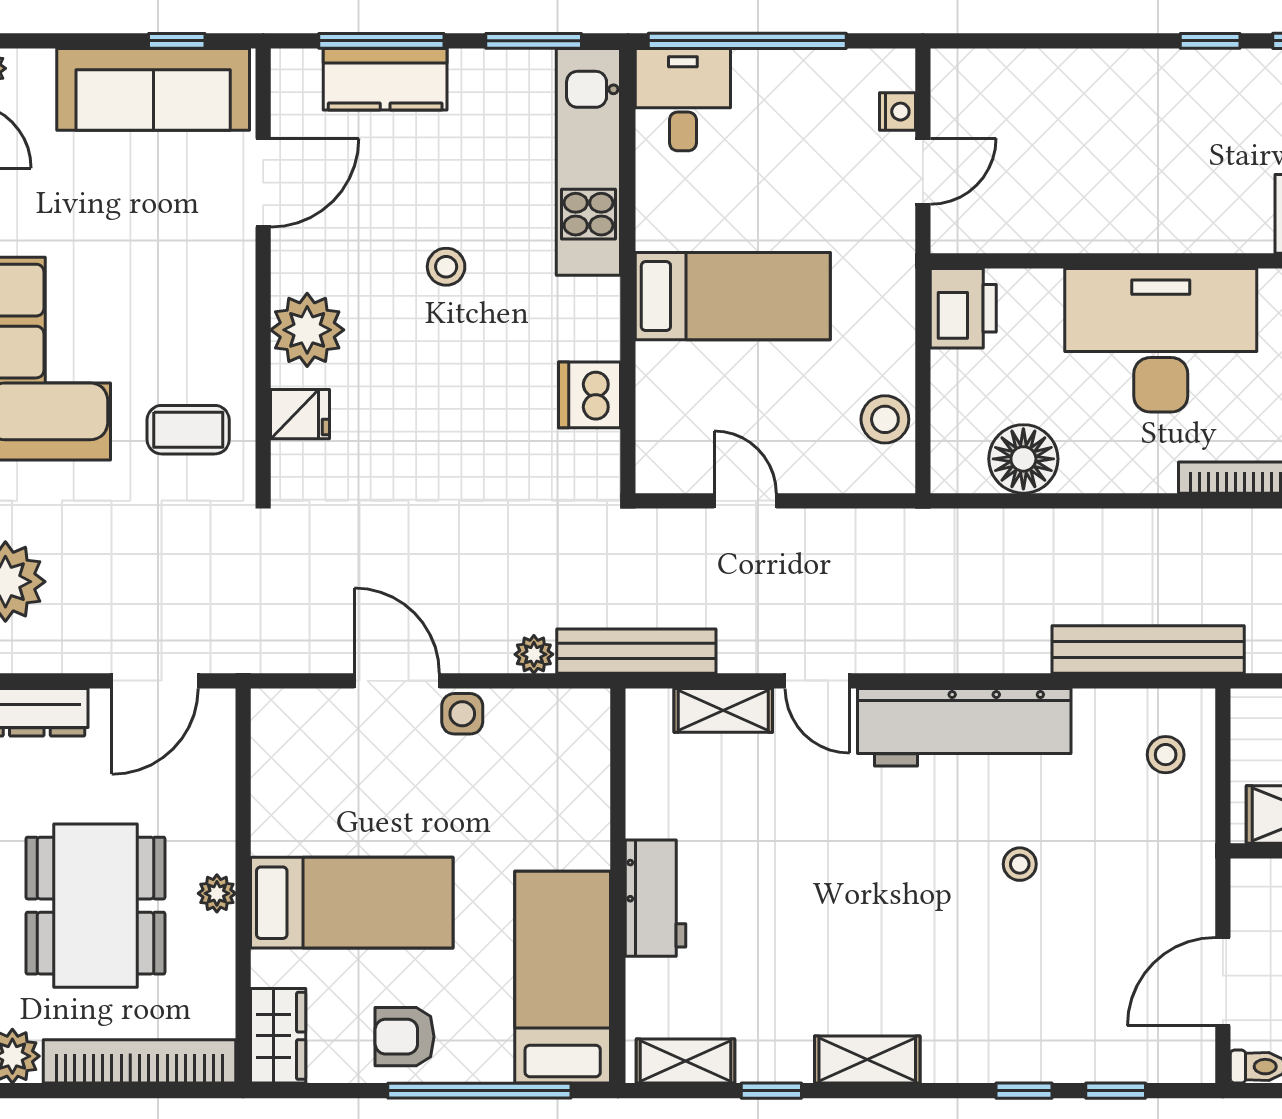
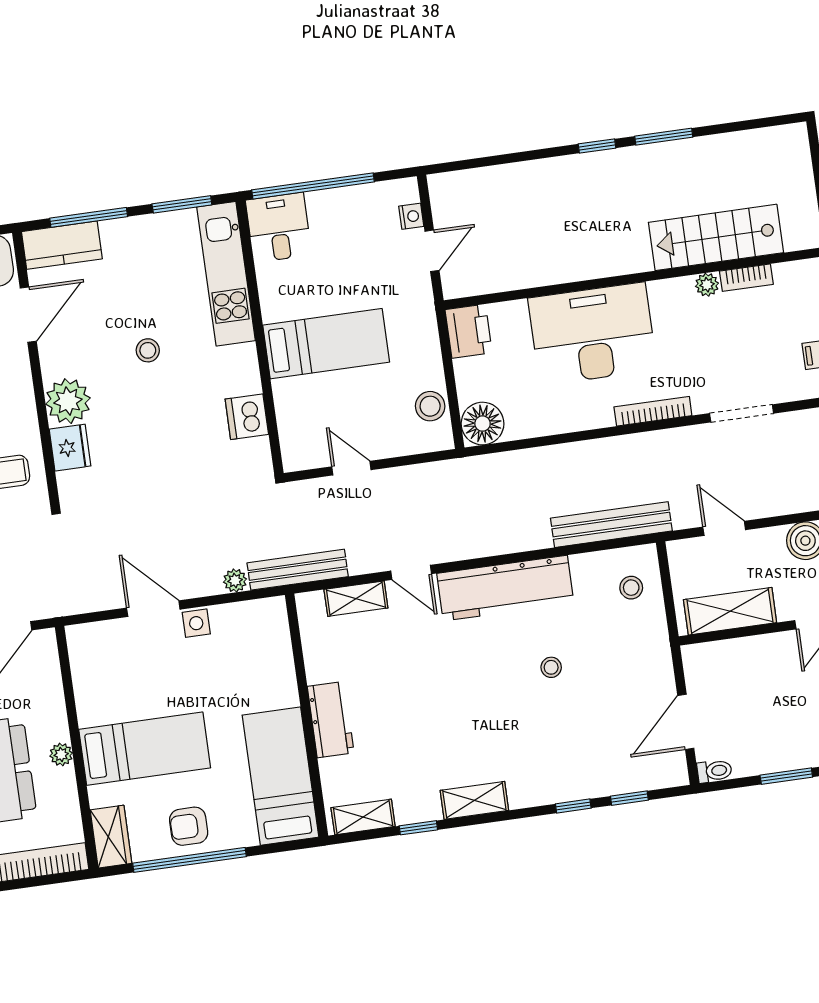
kitchen counter: (385, 79) -> (62, 245), moved
fridge: (300, 414) -> (70, 448), width x1.38
floor lamp: (1023, 459) -> (483, 424), moved
window: (479, 1091) -> (190, 860), moved

